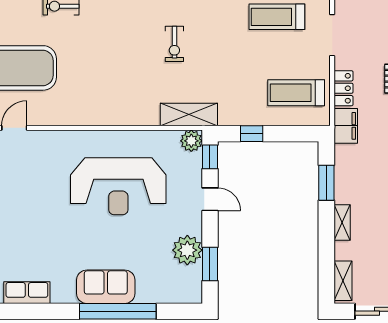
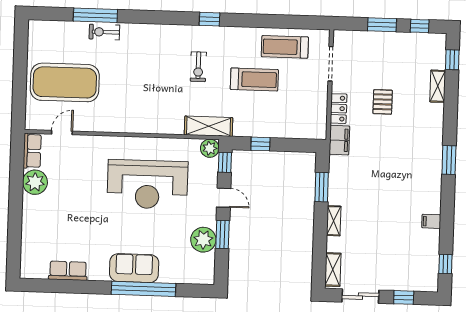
treadmill: (296, 93) -> (254, 79), moved, turned 180
window: (210, 264) -> (222, 234), moved

